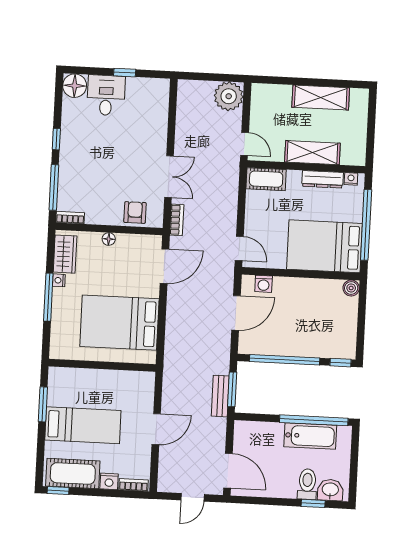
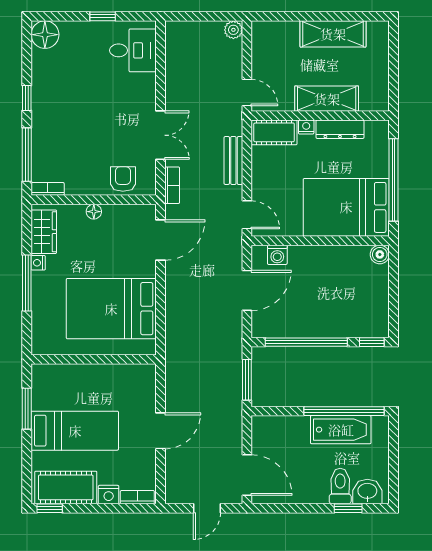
desk: (106, 95) -> (133, 50), moved, turned 90
plant: (229, 96) -> (233, 30), width x0.53, depth x0.53
nightstand: (351, 179) -> (306, 127), moved
bench: (220, 396) -> (233, 160), moved

